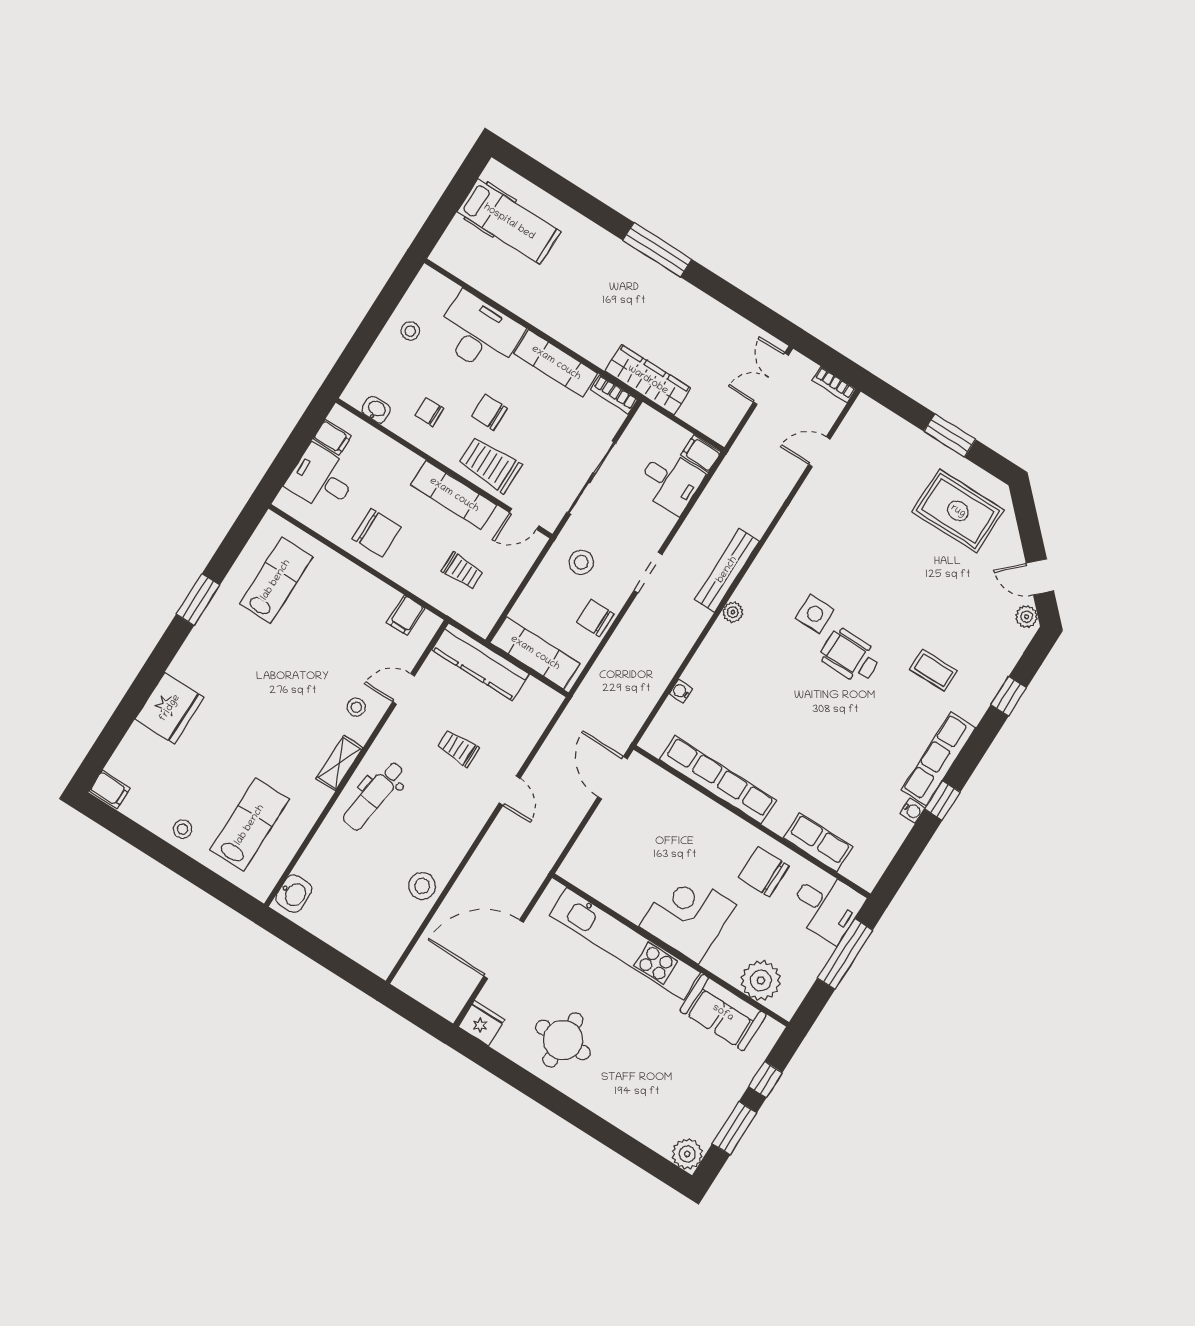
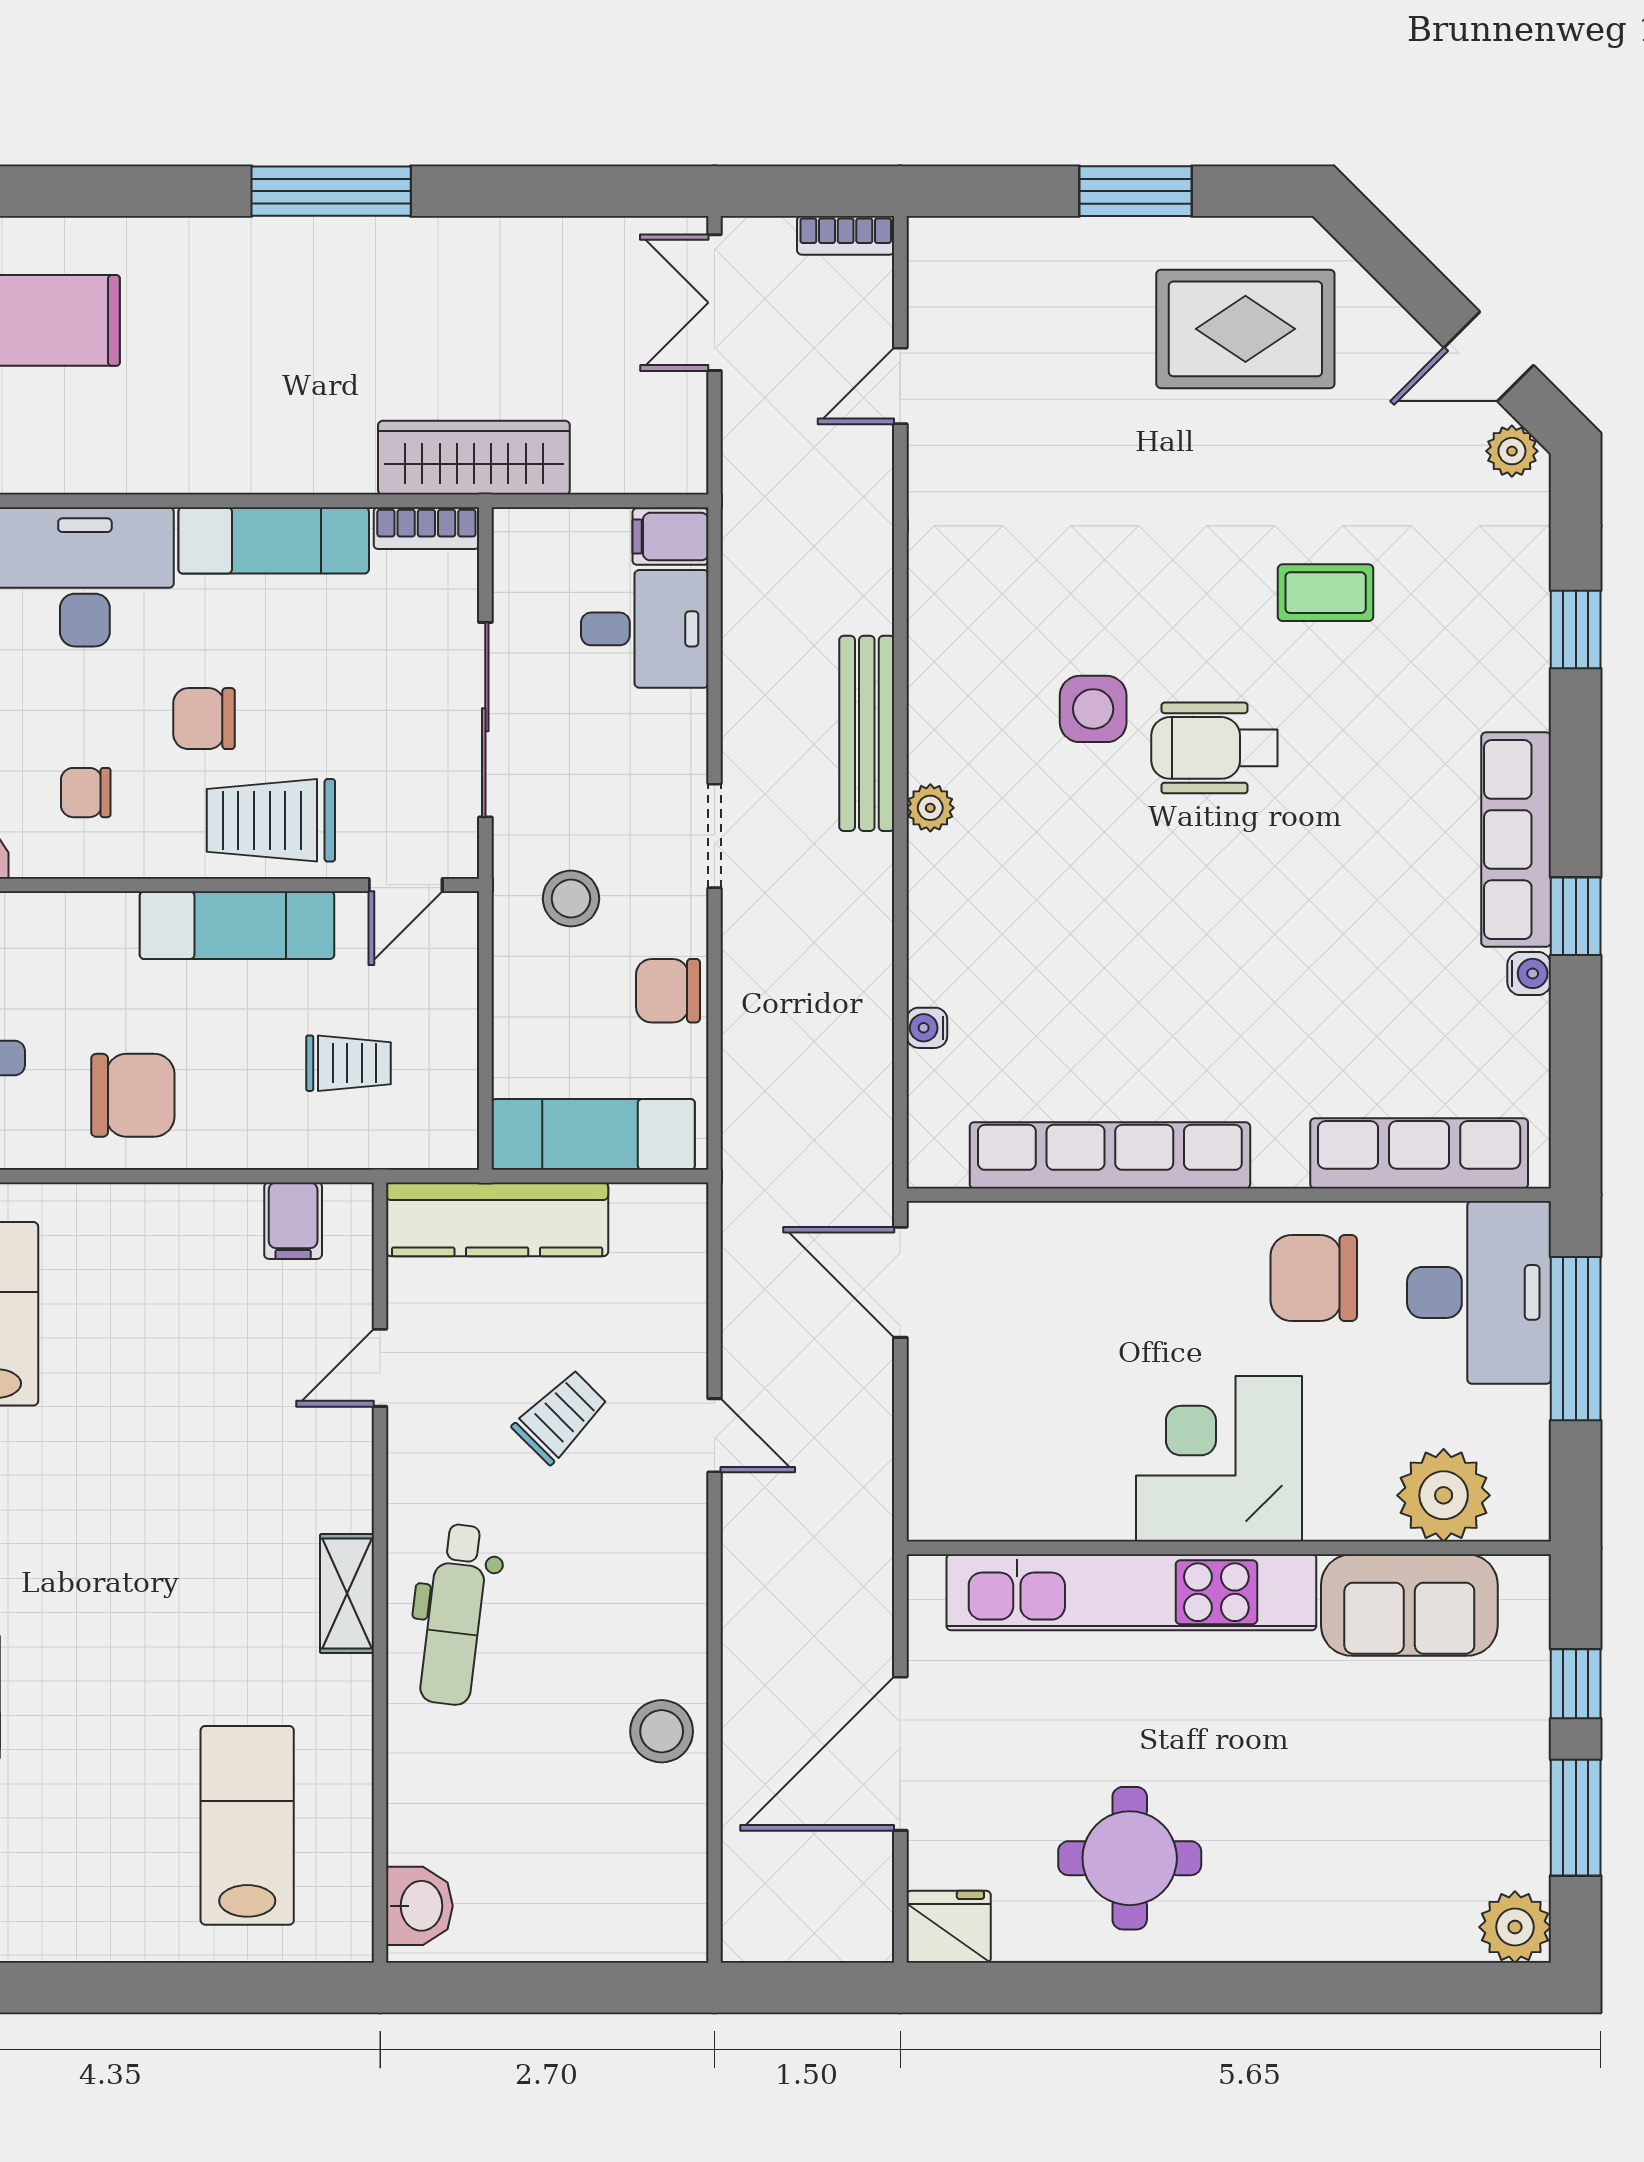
coffee table: (933, 670) -> (1326, 593), moved
stool: (356, 707) -> (310, 1463), removed
trolley: (458, 748) -> (560, 1417), turned 135
stool: (183, 829) -> (121, 1918), removed
row of seats: (818, 842) -> (1419, 1153), width x1.48
desk: (826, 906) -> (1479, 1292), width x1.37

